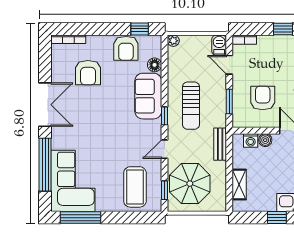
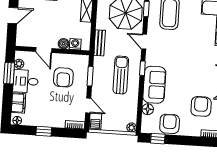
door: (164, 149) -> (144, 42), swing flipped

